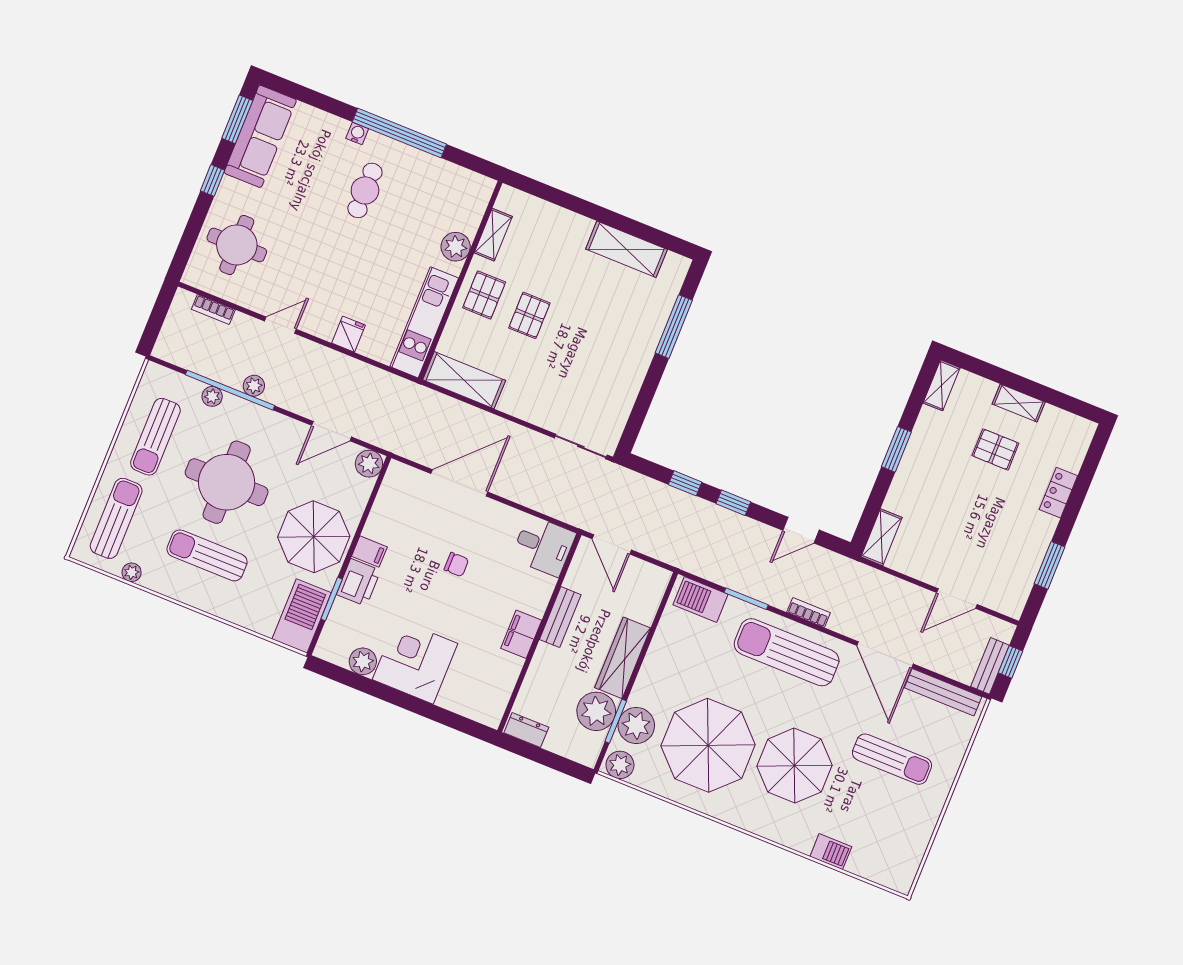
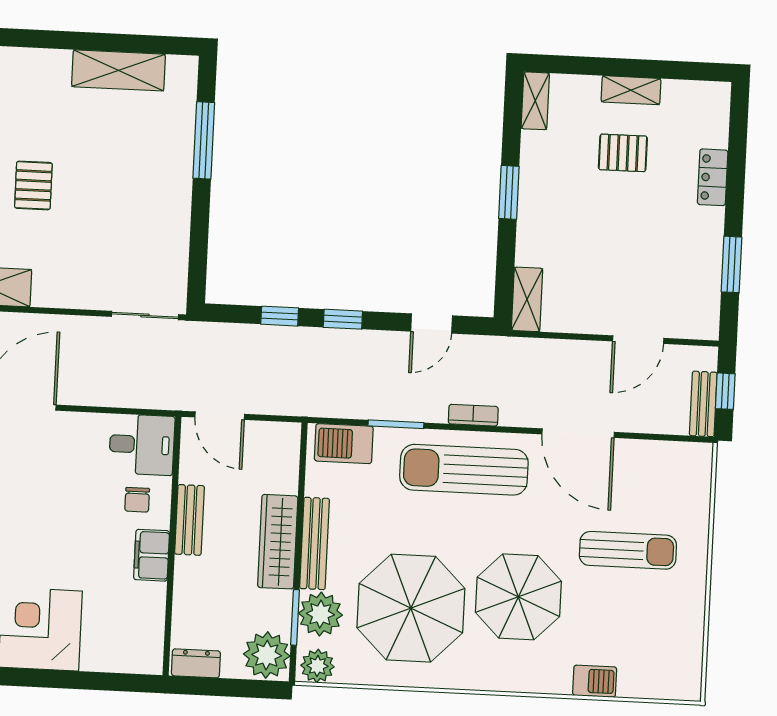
chair: (456, 565) -> (137, 500), moved, turned 90
bench: (943, 692) -> (315, 543), moved, turned 90
plant: (596, 711) -> (267, 655), moved

